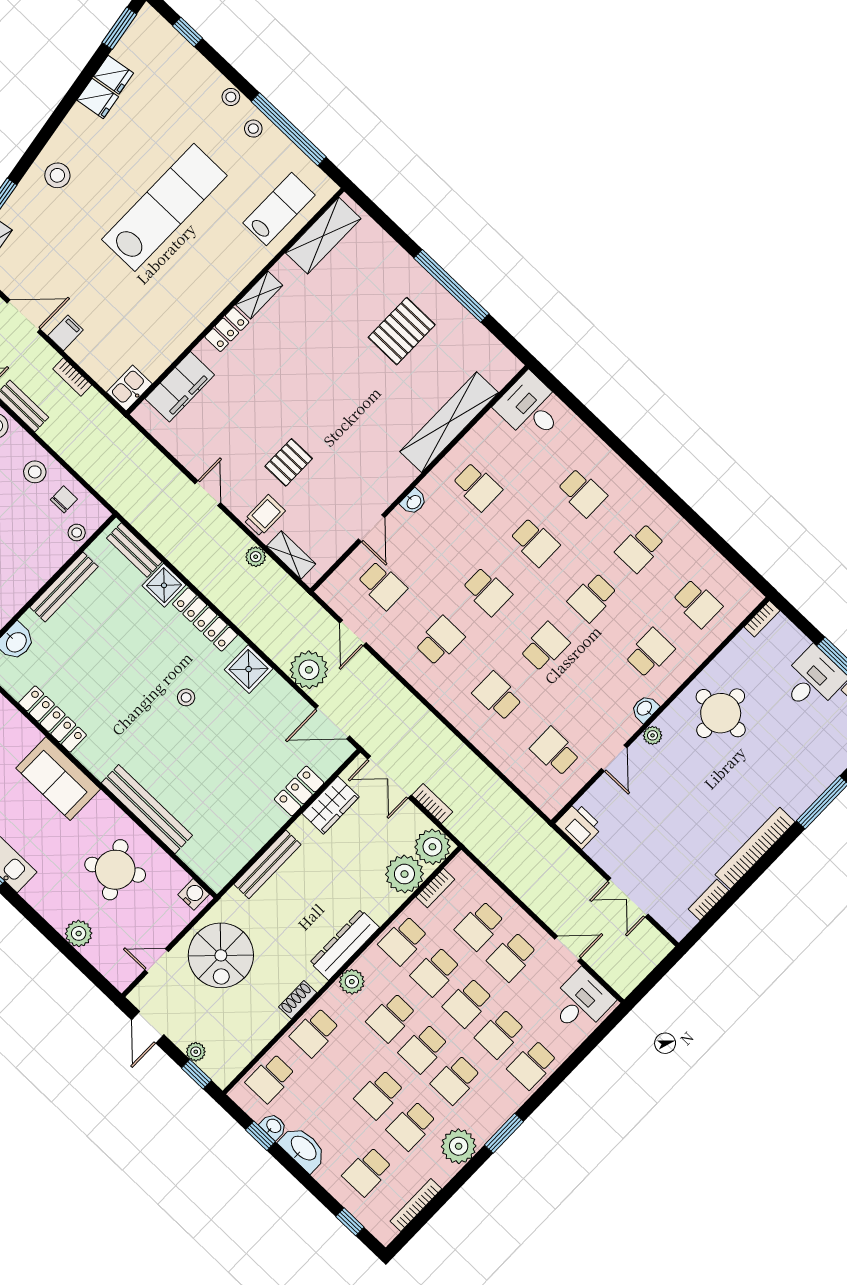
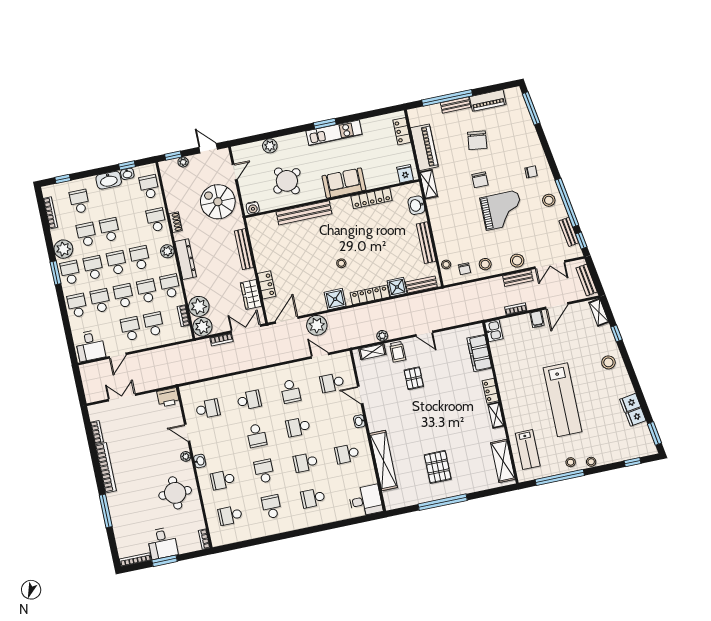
school desk: (650, 653) -> (223, 480), turned 90
school desk: (488, 1111) -> (70, 272), added

